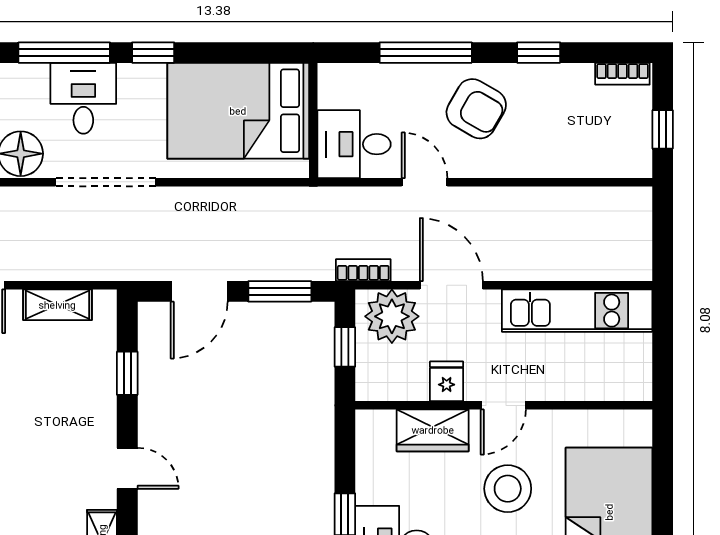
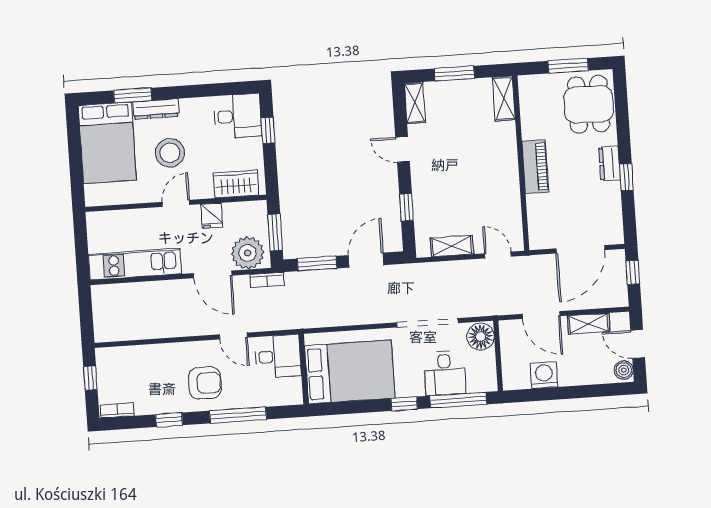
armchair: (476, 109) -> (205, 383), turned 150
window: (345, 347) -> (275, 232), width x1.50
wardrobe: (433, 430) -> (236, 184), moved

